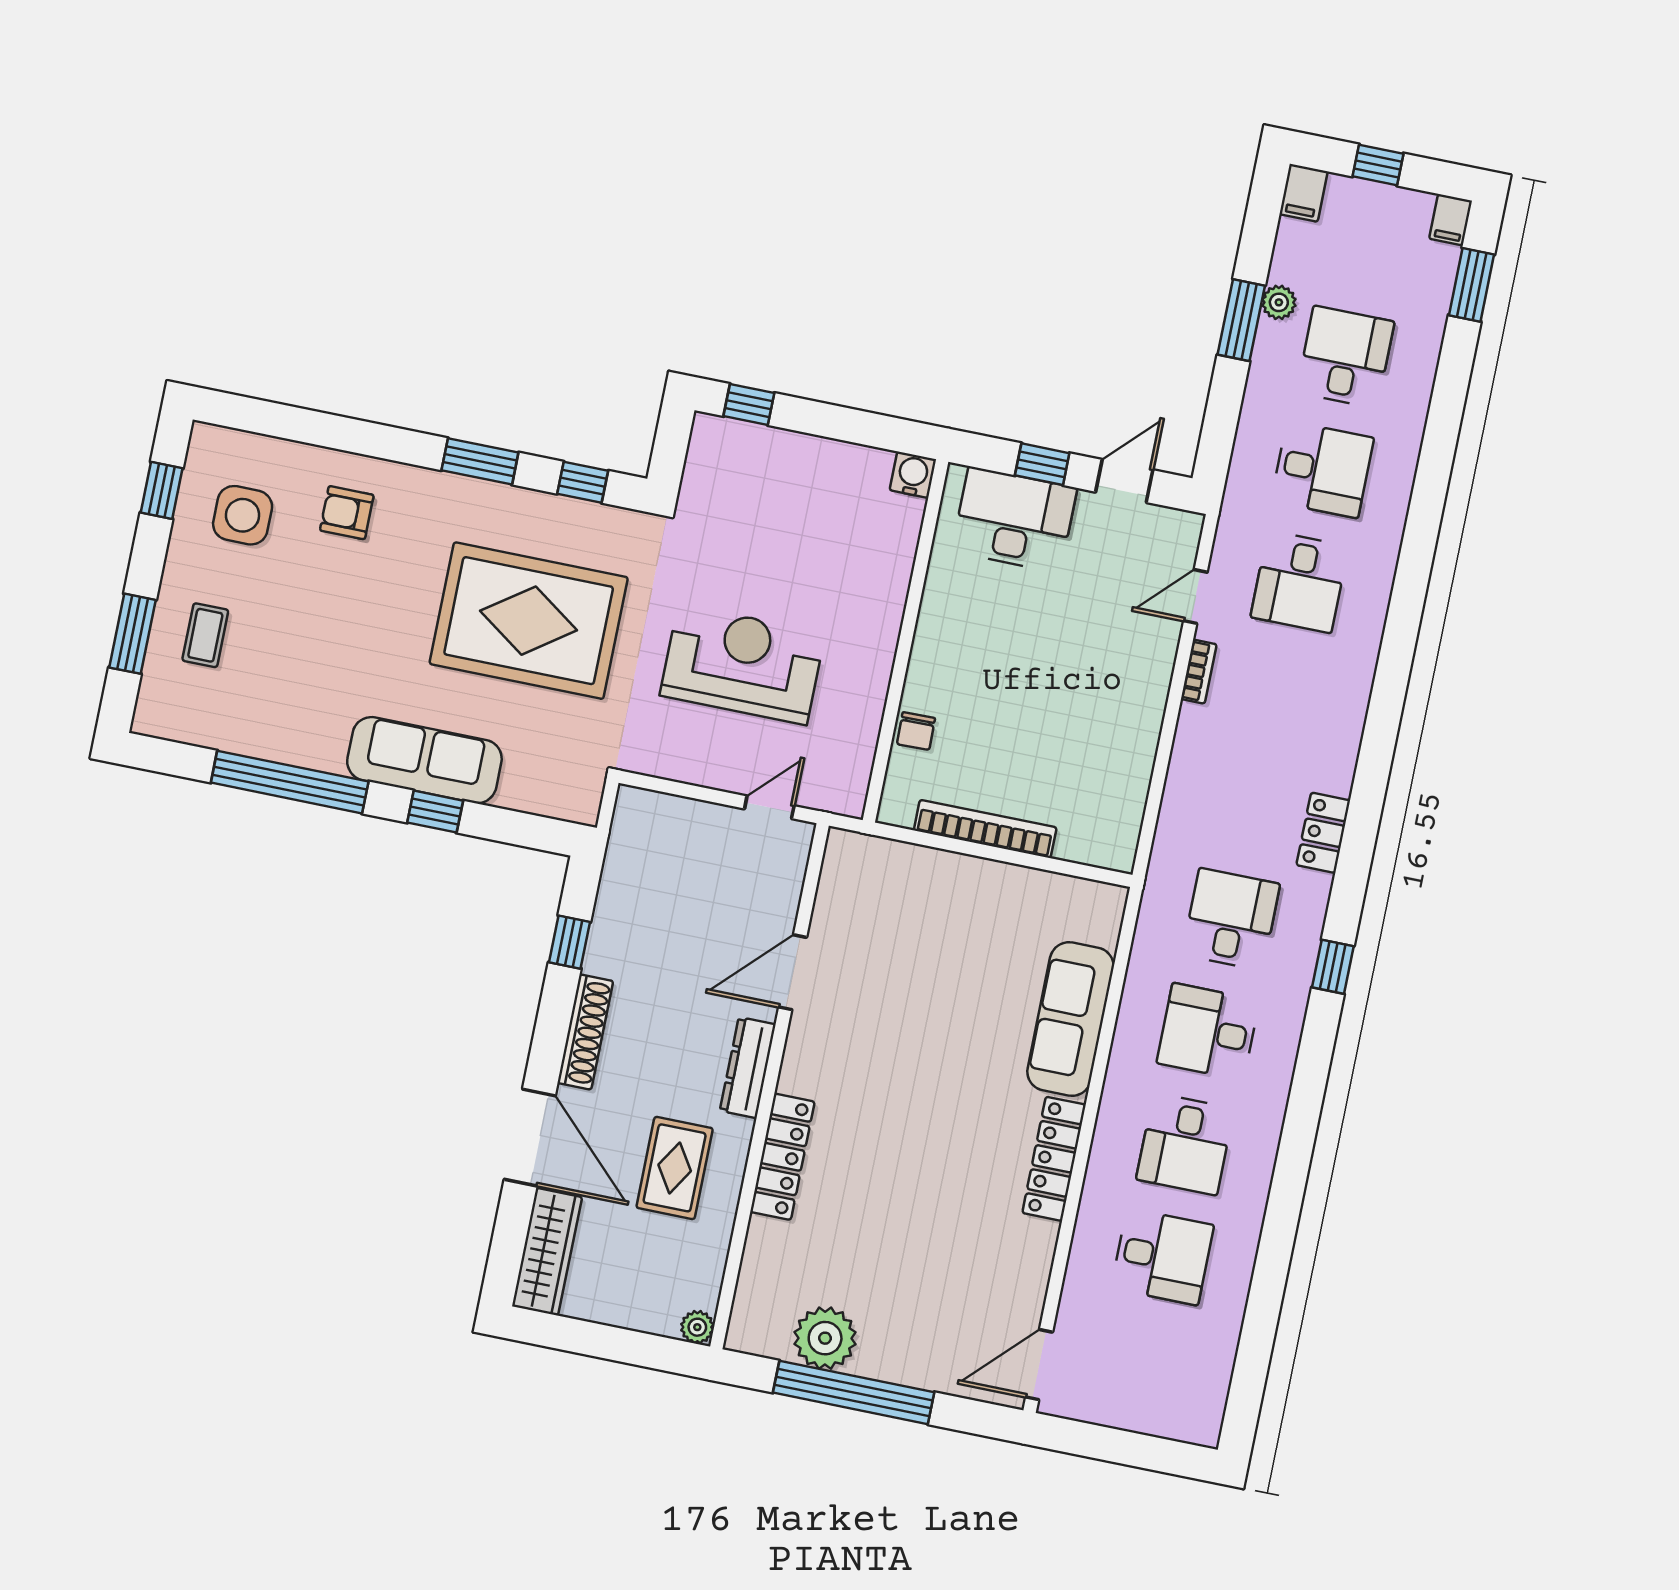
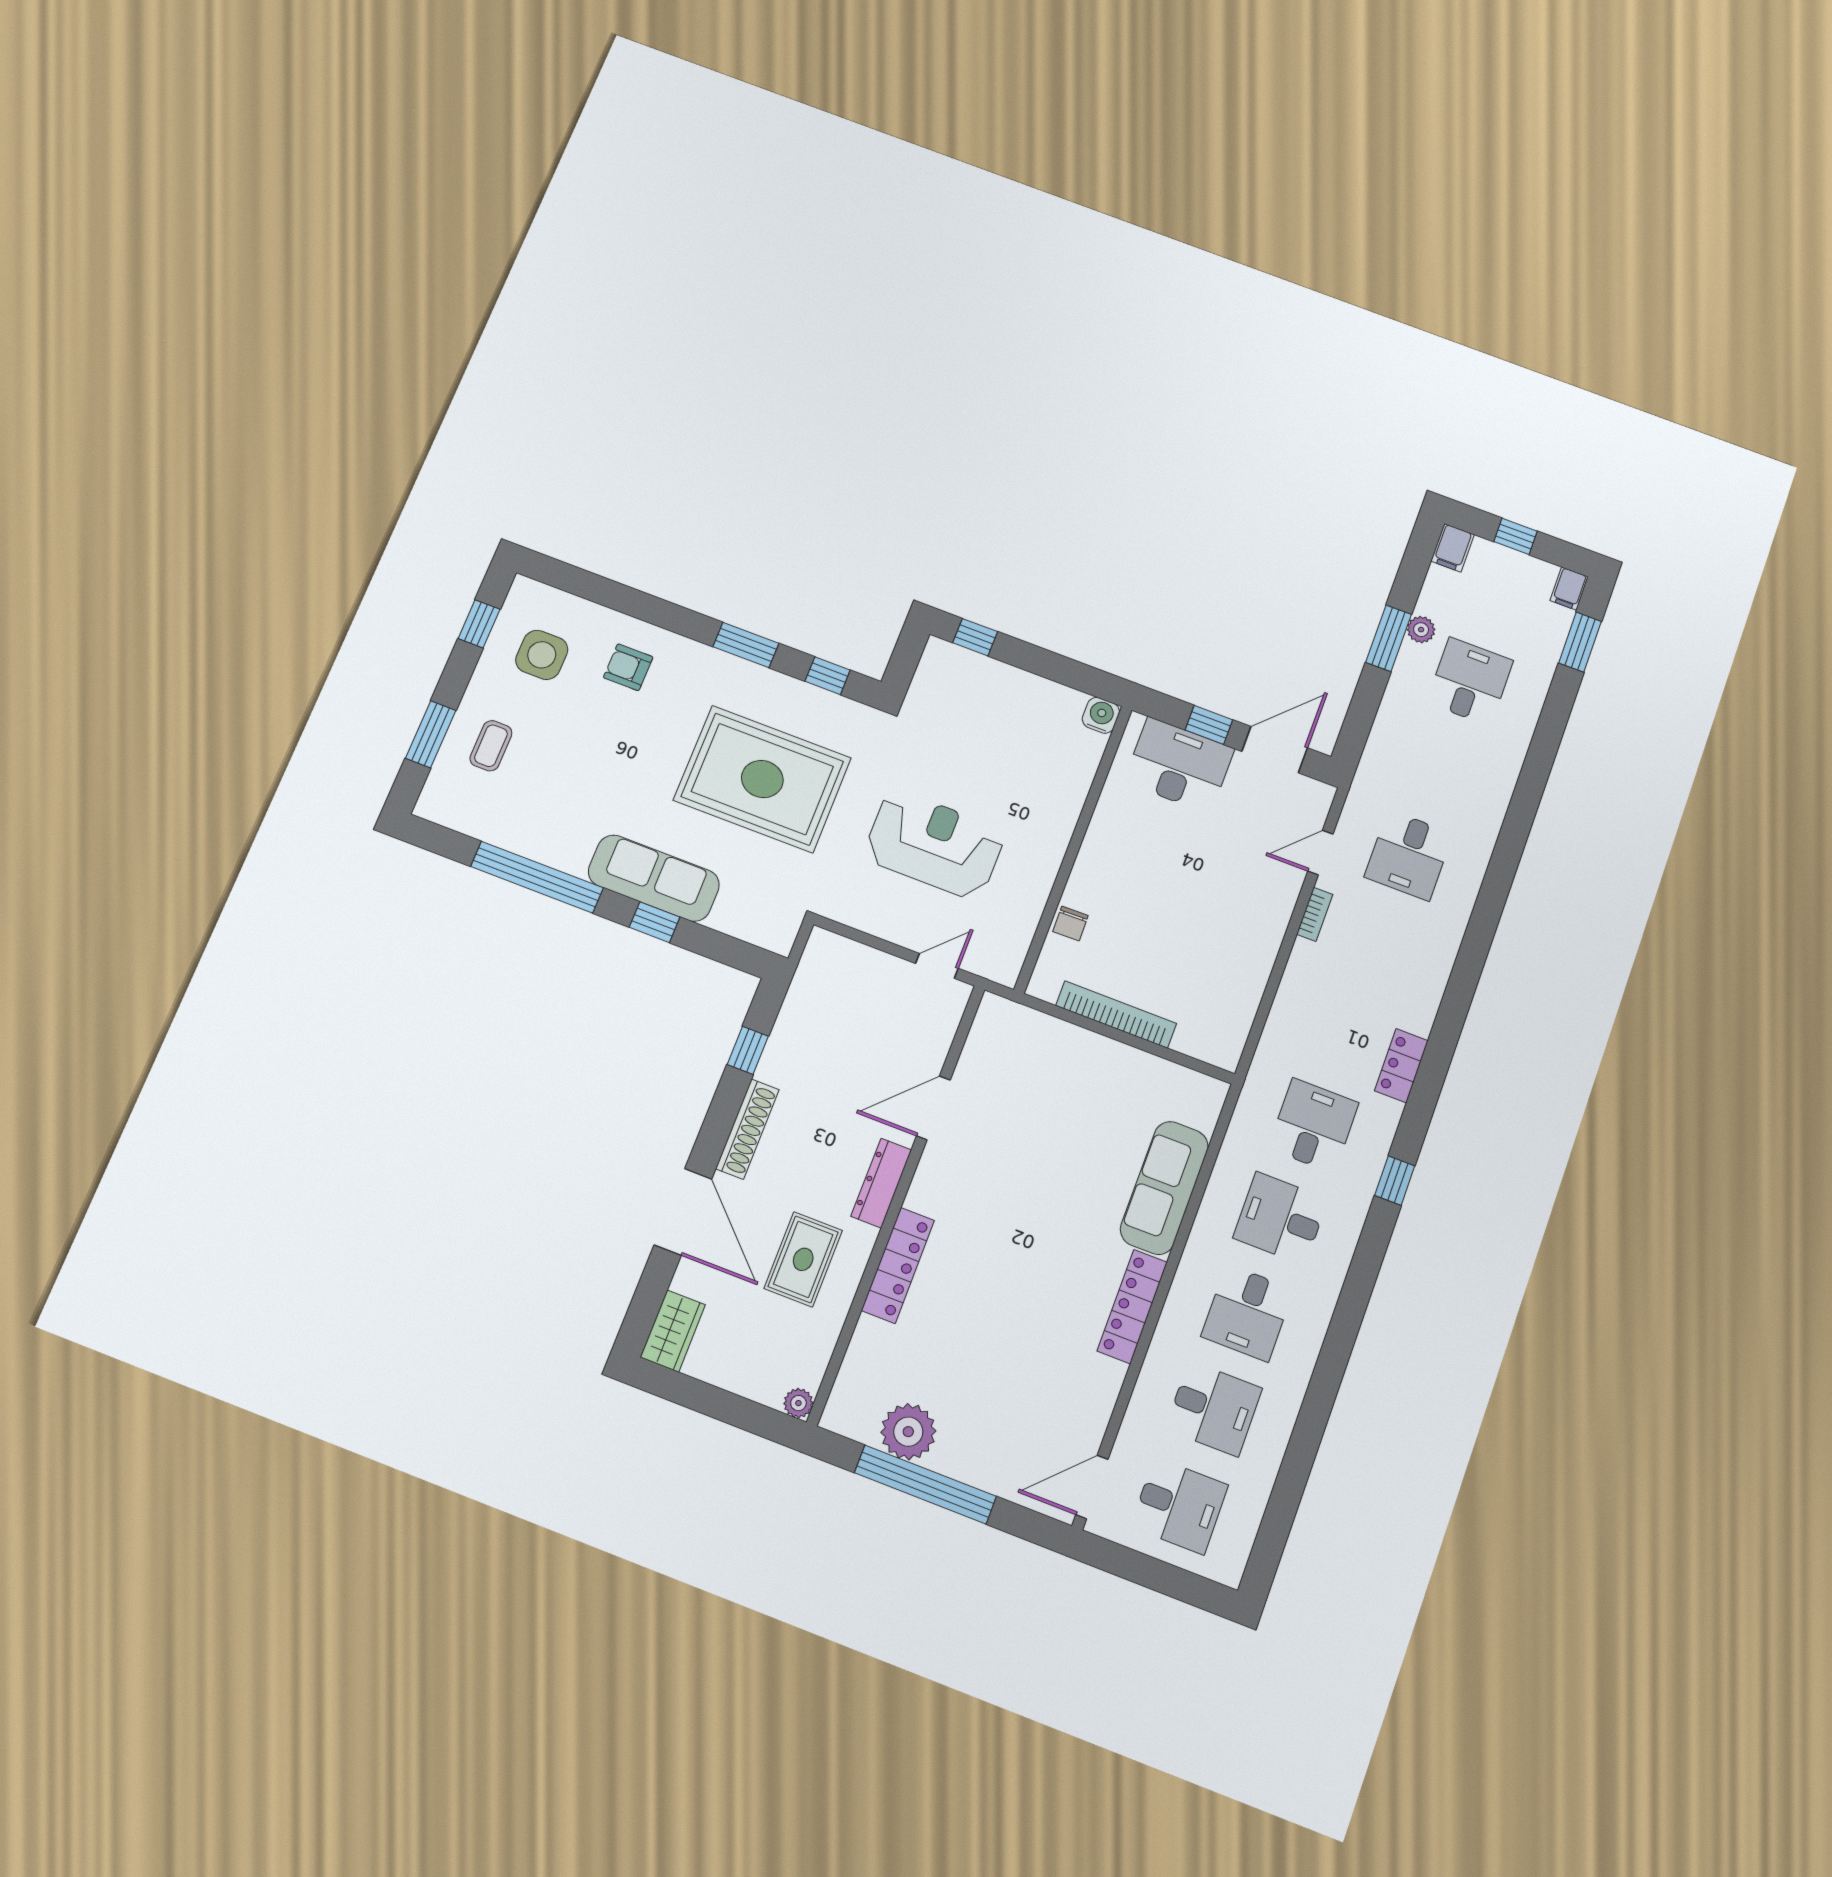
desk: (1322, 469) -> (1179, 1506), moved
door: (1124, 481) -> (1275, 750), width x1.38
wardrobe: (547, 1252) -> (673, 1331), width x0.67

